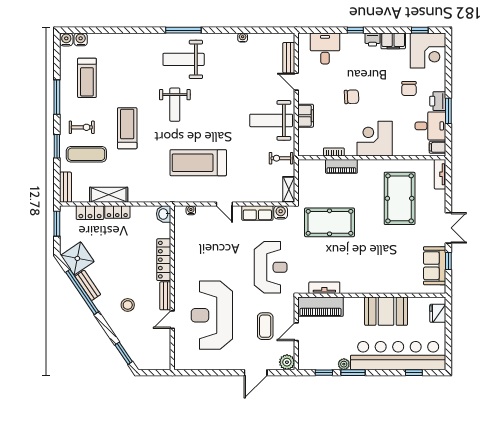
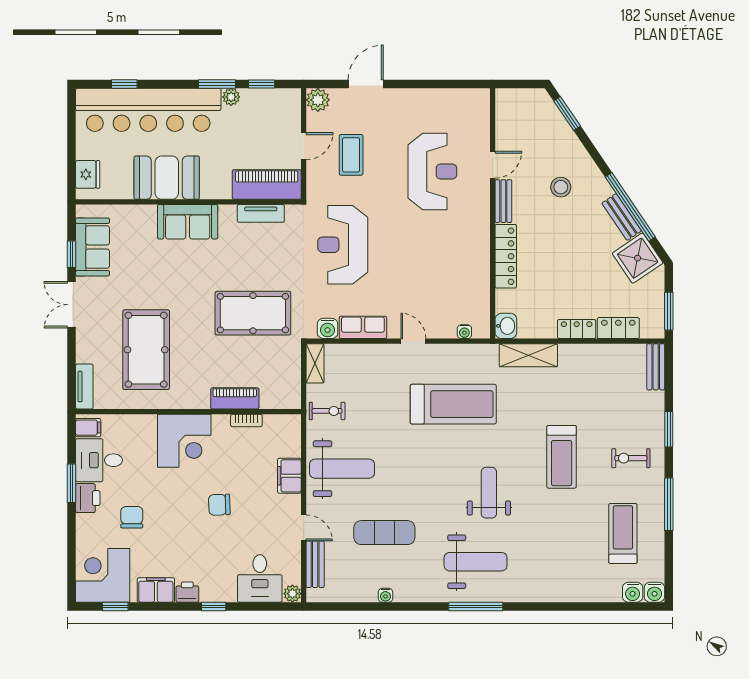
plant: (304, 39) -> (292, 594), added
exercise mat: (86, 154) -> (384, 533), moved
shelving: (109, 195) -> (528, 355), moved
sofa: (372, 282) -> (188, 222), added
reception desk: (212, 315) -> (432, 172), width x0.74, depth x0.77

